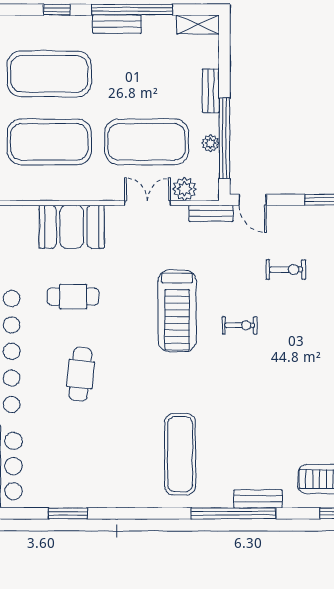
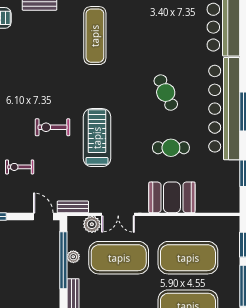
exercise bike: (240, 325) -> (53, 127), width x1.38, depth x1.39
cafe table: (80, 374) -> (166, 93), turned -30

